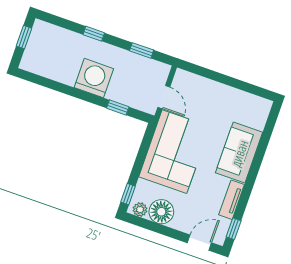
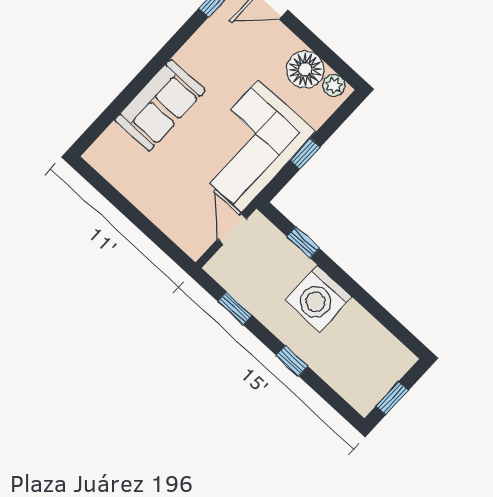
window: (128, 194) -> (305, 154), moved
tv unit: (232, 200) -> (199, 44), removed

